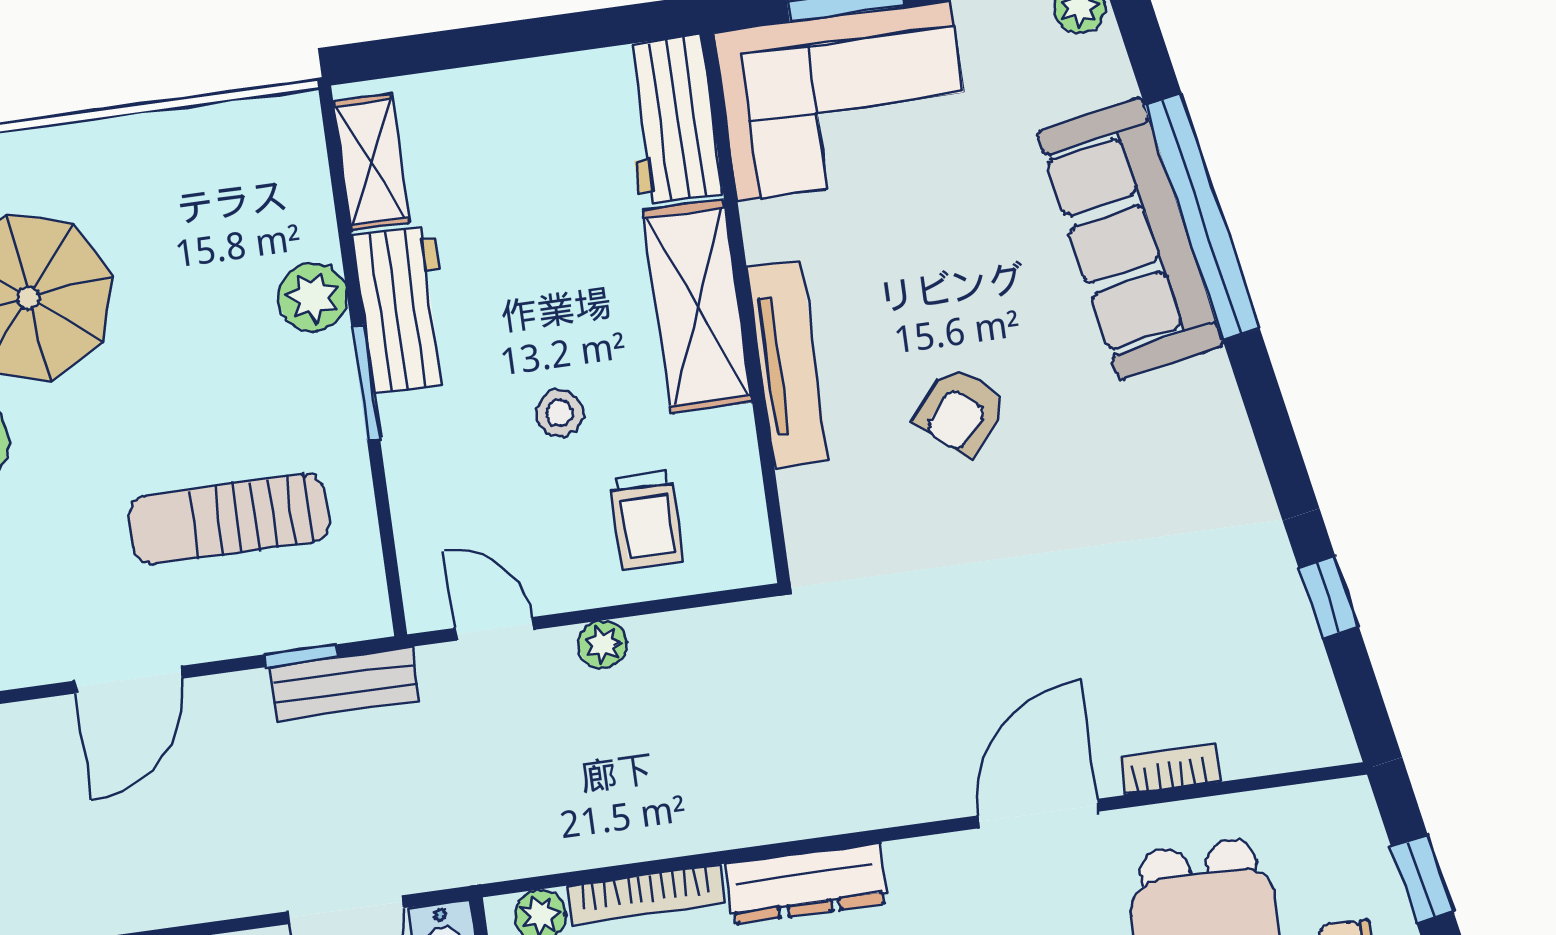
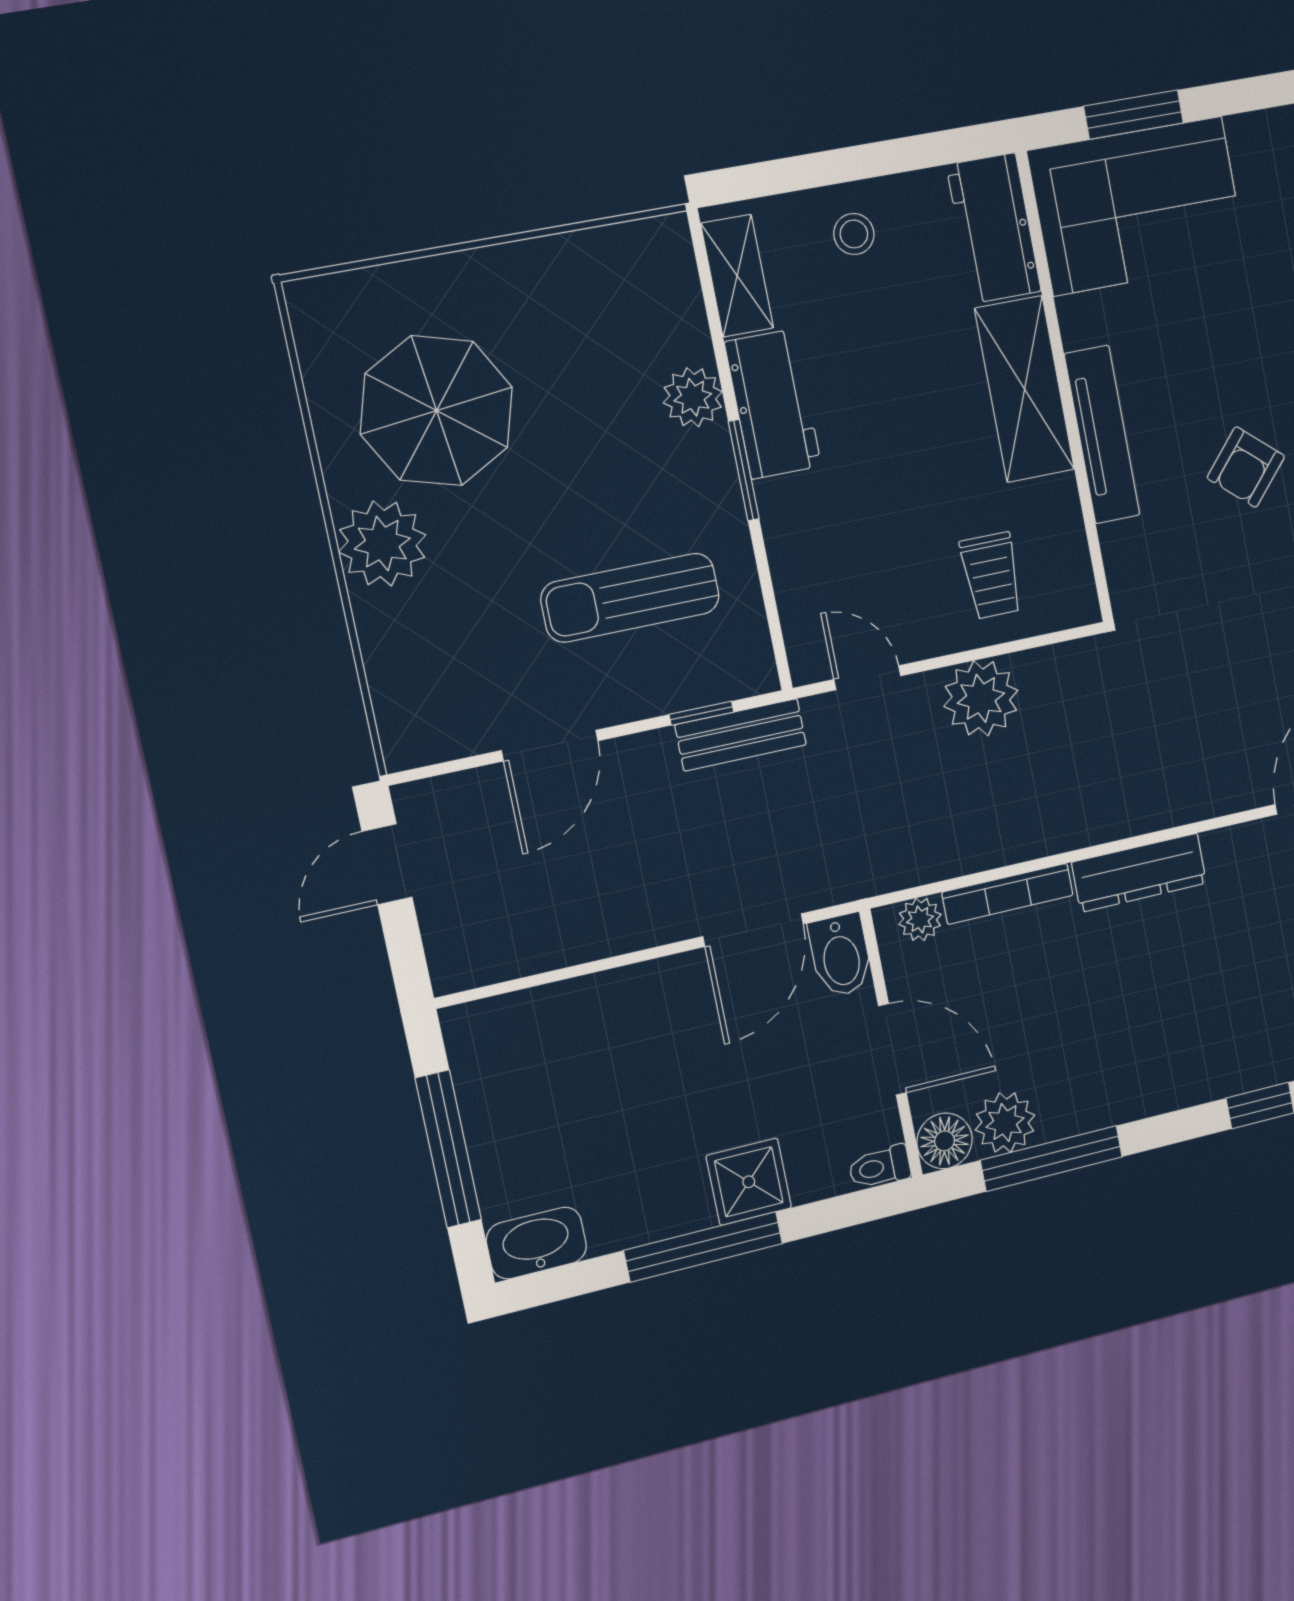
stool: (560, 413) -> (854, 234), moved
plant: (603, 645) -> (981, 698), width x1.88, depth x1.88

